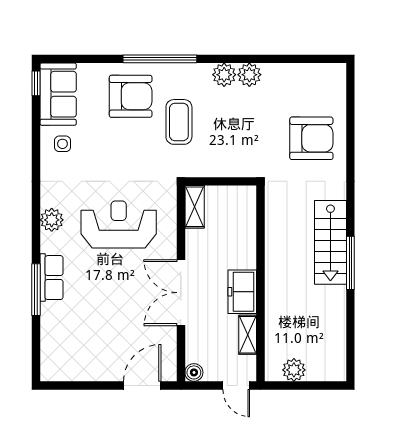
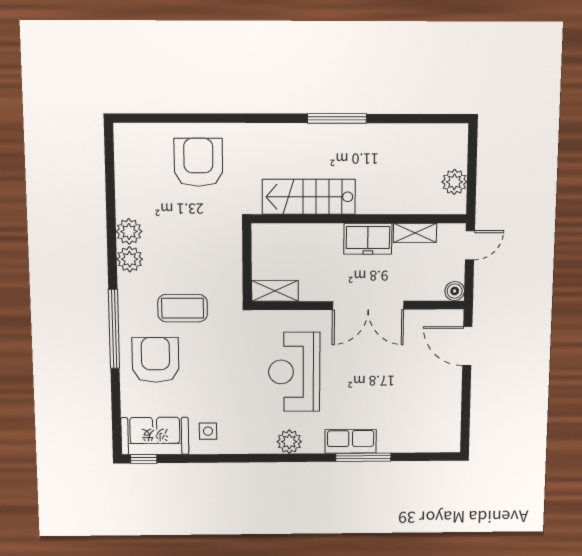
stairs: (330, 242) -> (309, 197), moved, turned 180

